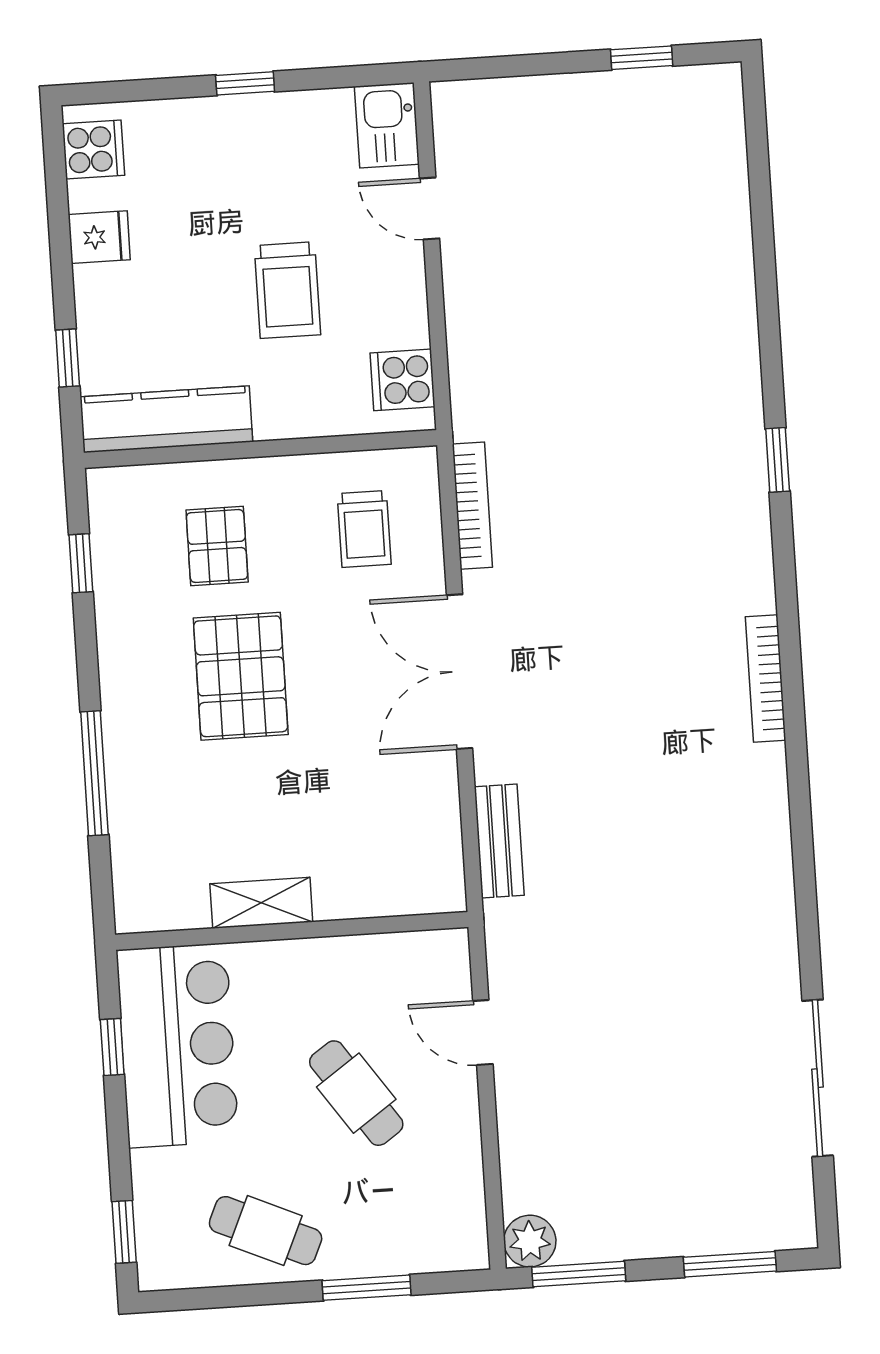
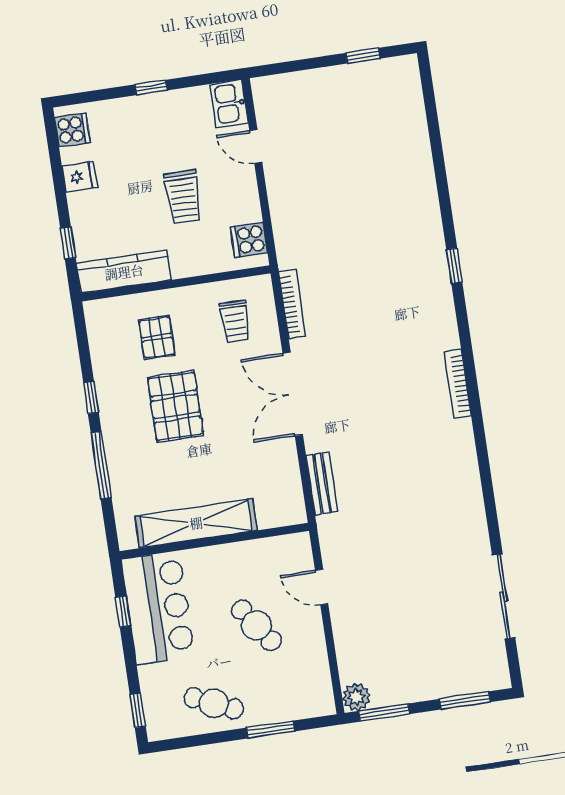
window: (81, 563) -> (91, 397), moved
shelving: (261, 903) -> (196, 523), width x2.20, depth x1.33

